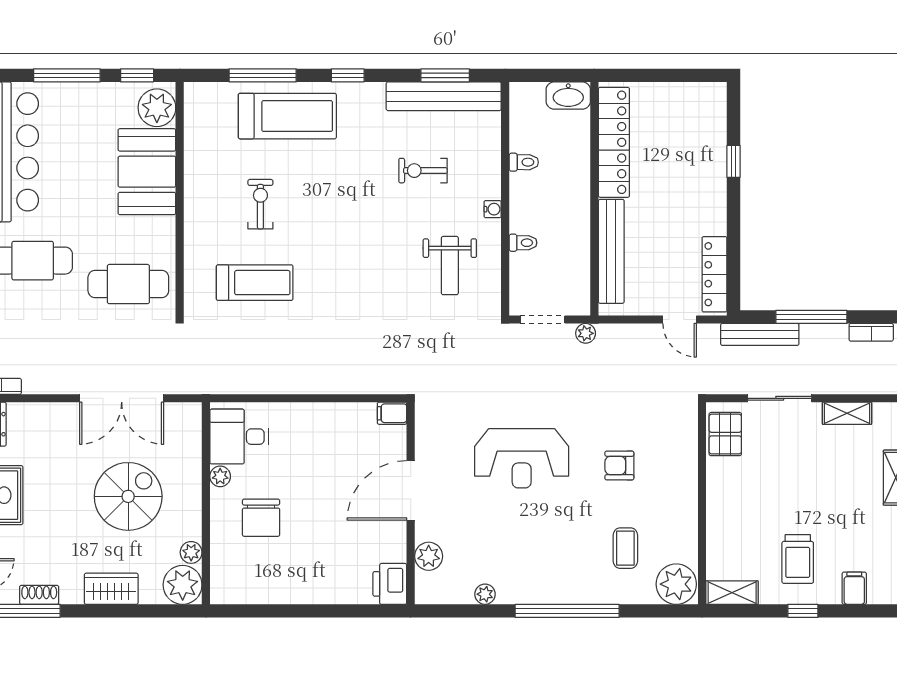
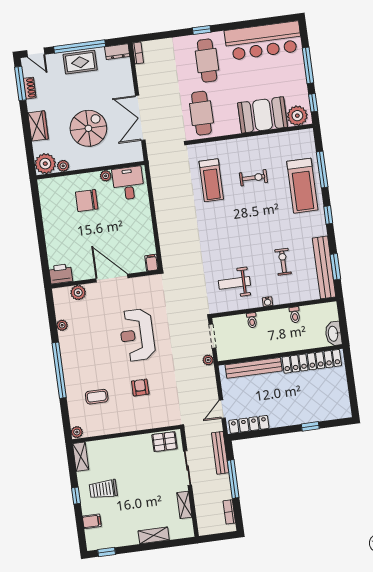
spiral stairs: (128, 496) -> (88, 128), turned -90
plant: (676, 584) -> (77, 432), width x0.53, depth x0.53

